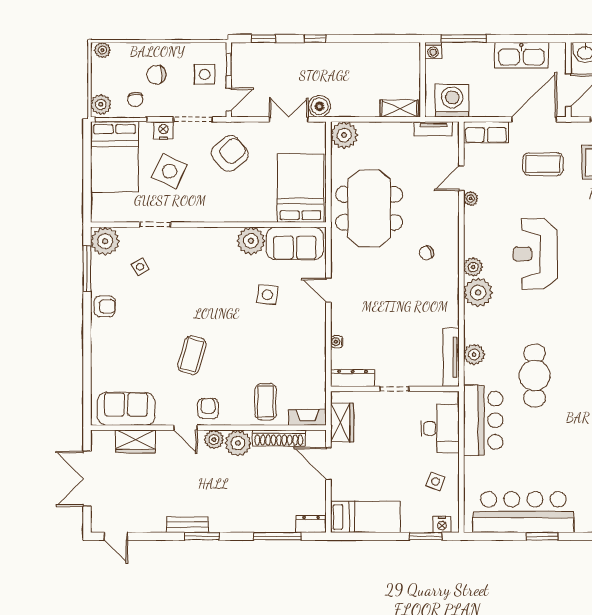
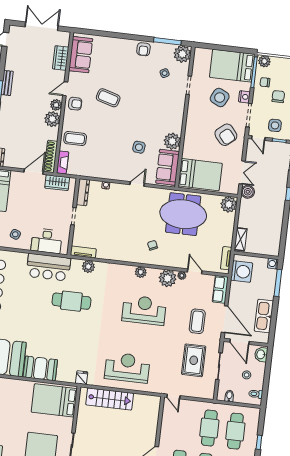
plant: (478, 292) -> (168, 278), moved
tv unit: (451, 357) -> (83, 252), width x0.71
shoe rack: (279, 438) -> (51, 156), moved

